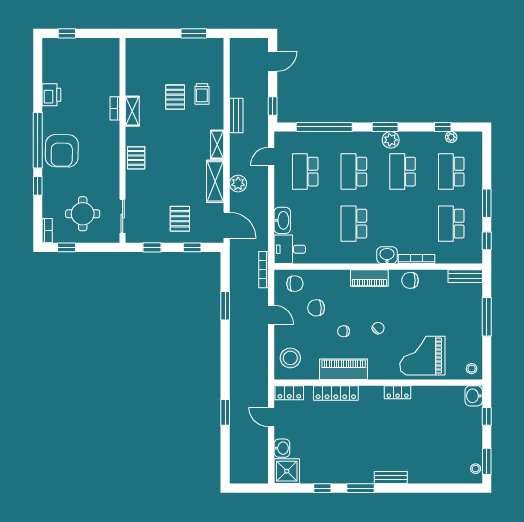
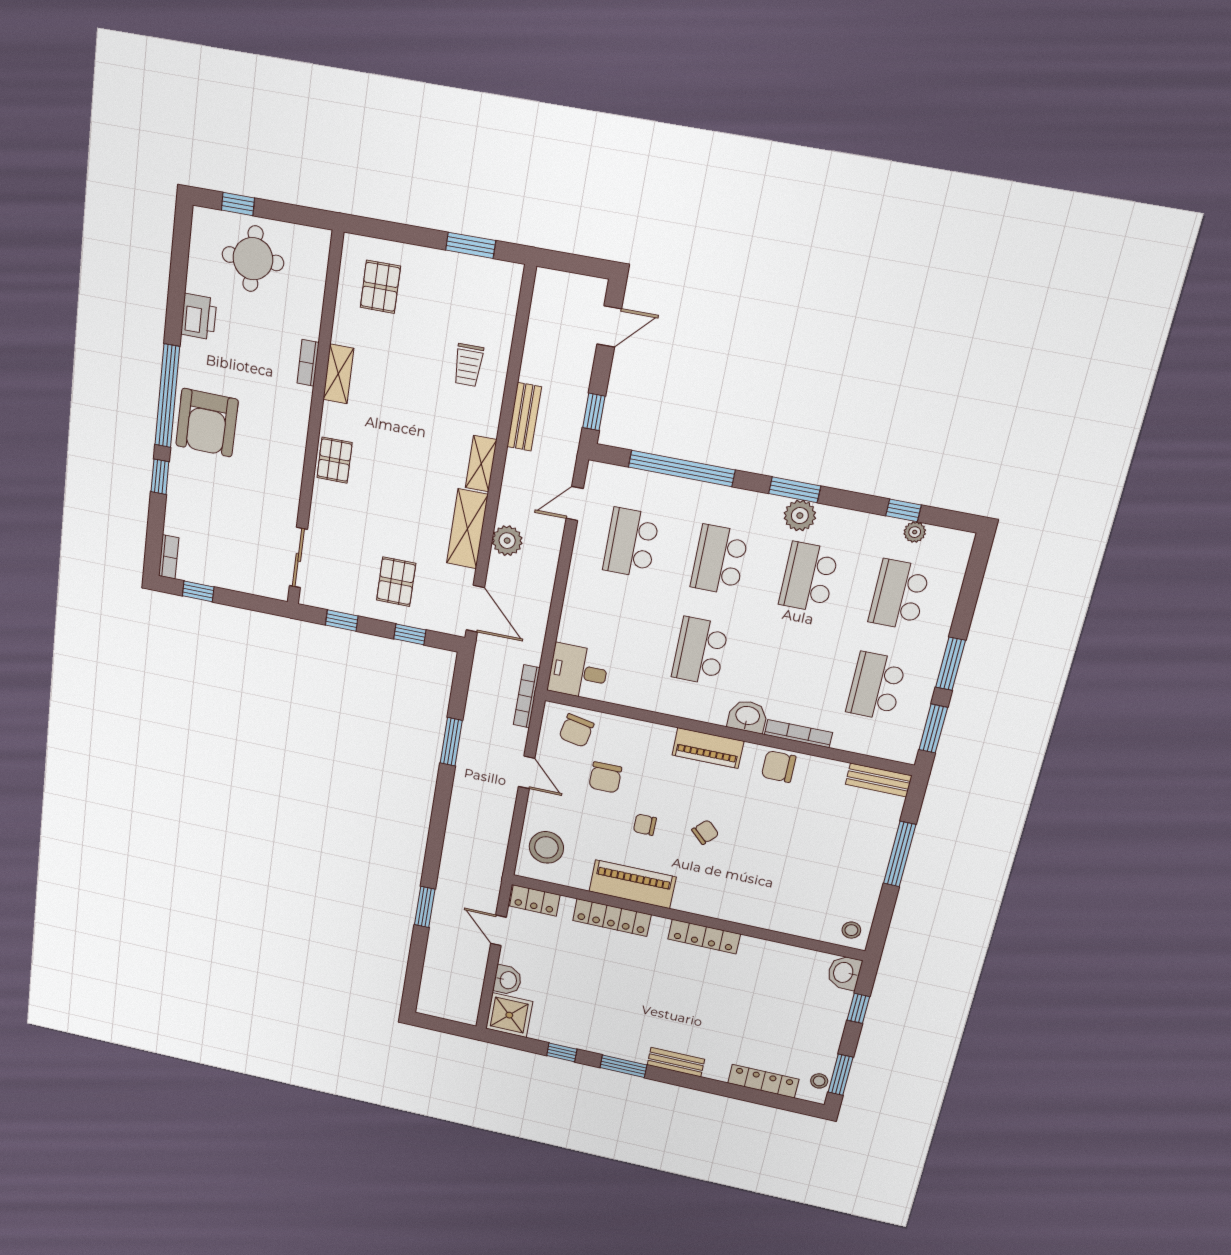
pallet: (175, 97) -> (380, 287), moved
round table: (83, 214) -> (253, 259), moved
washbasin: (282, 220) -> (574, 620), removed
window: (487, 241) -> (933, 729), width x1.50
chair: (295, 284) -> (576, 730), turned 101
chair: (316, 308) -> (605, 777), turned -87
grand piano: (422, 356) -> (772, 892), removed
locker: (398, 392) -> (704, 937), width x1.53
locker: (444, 477) -> (763, 1081), added

